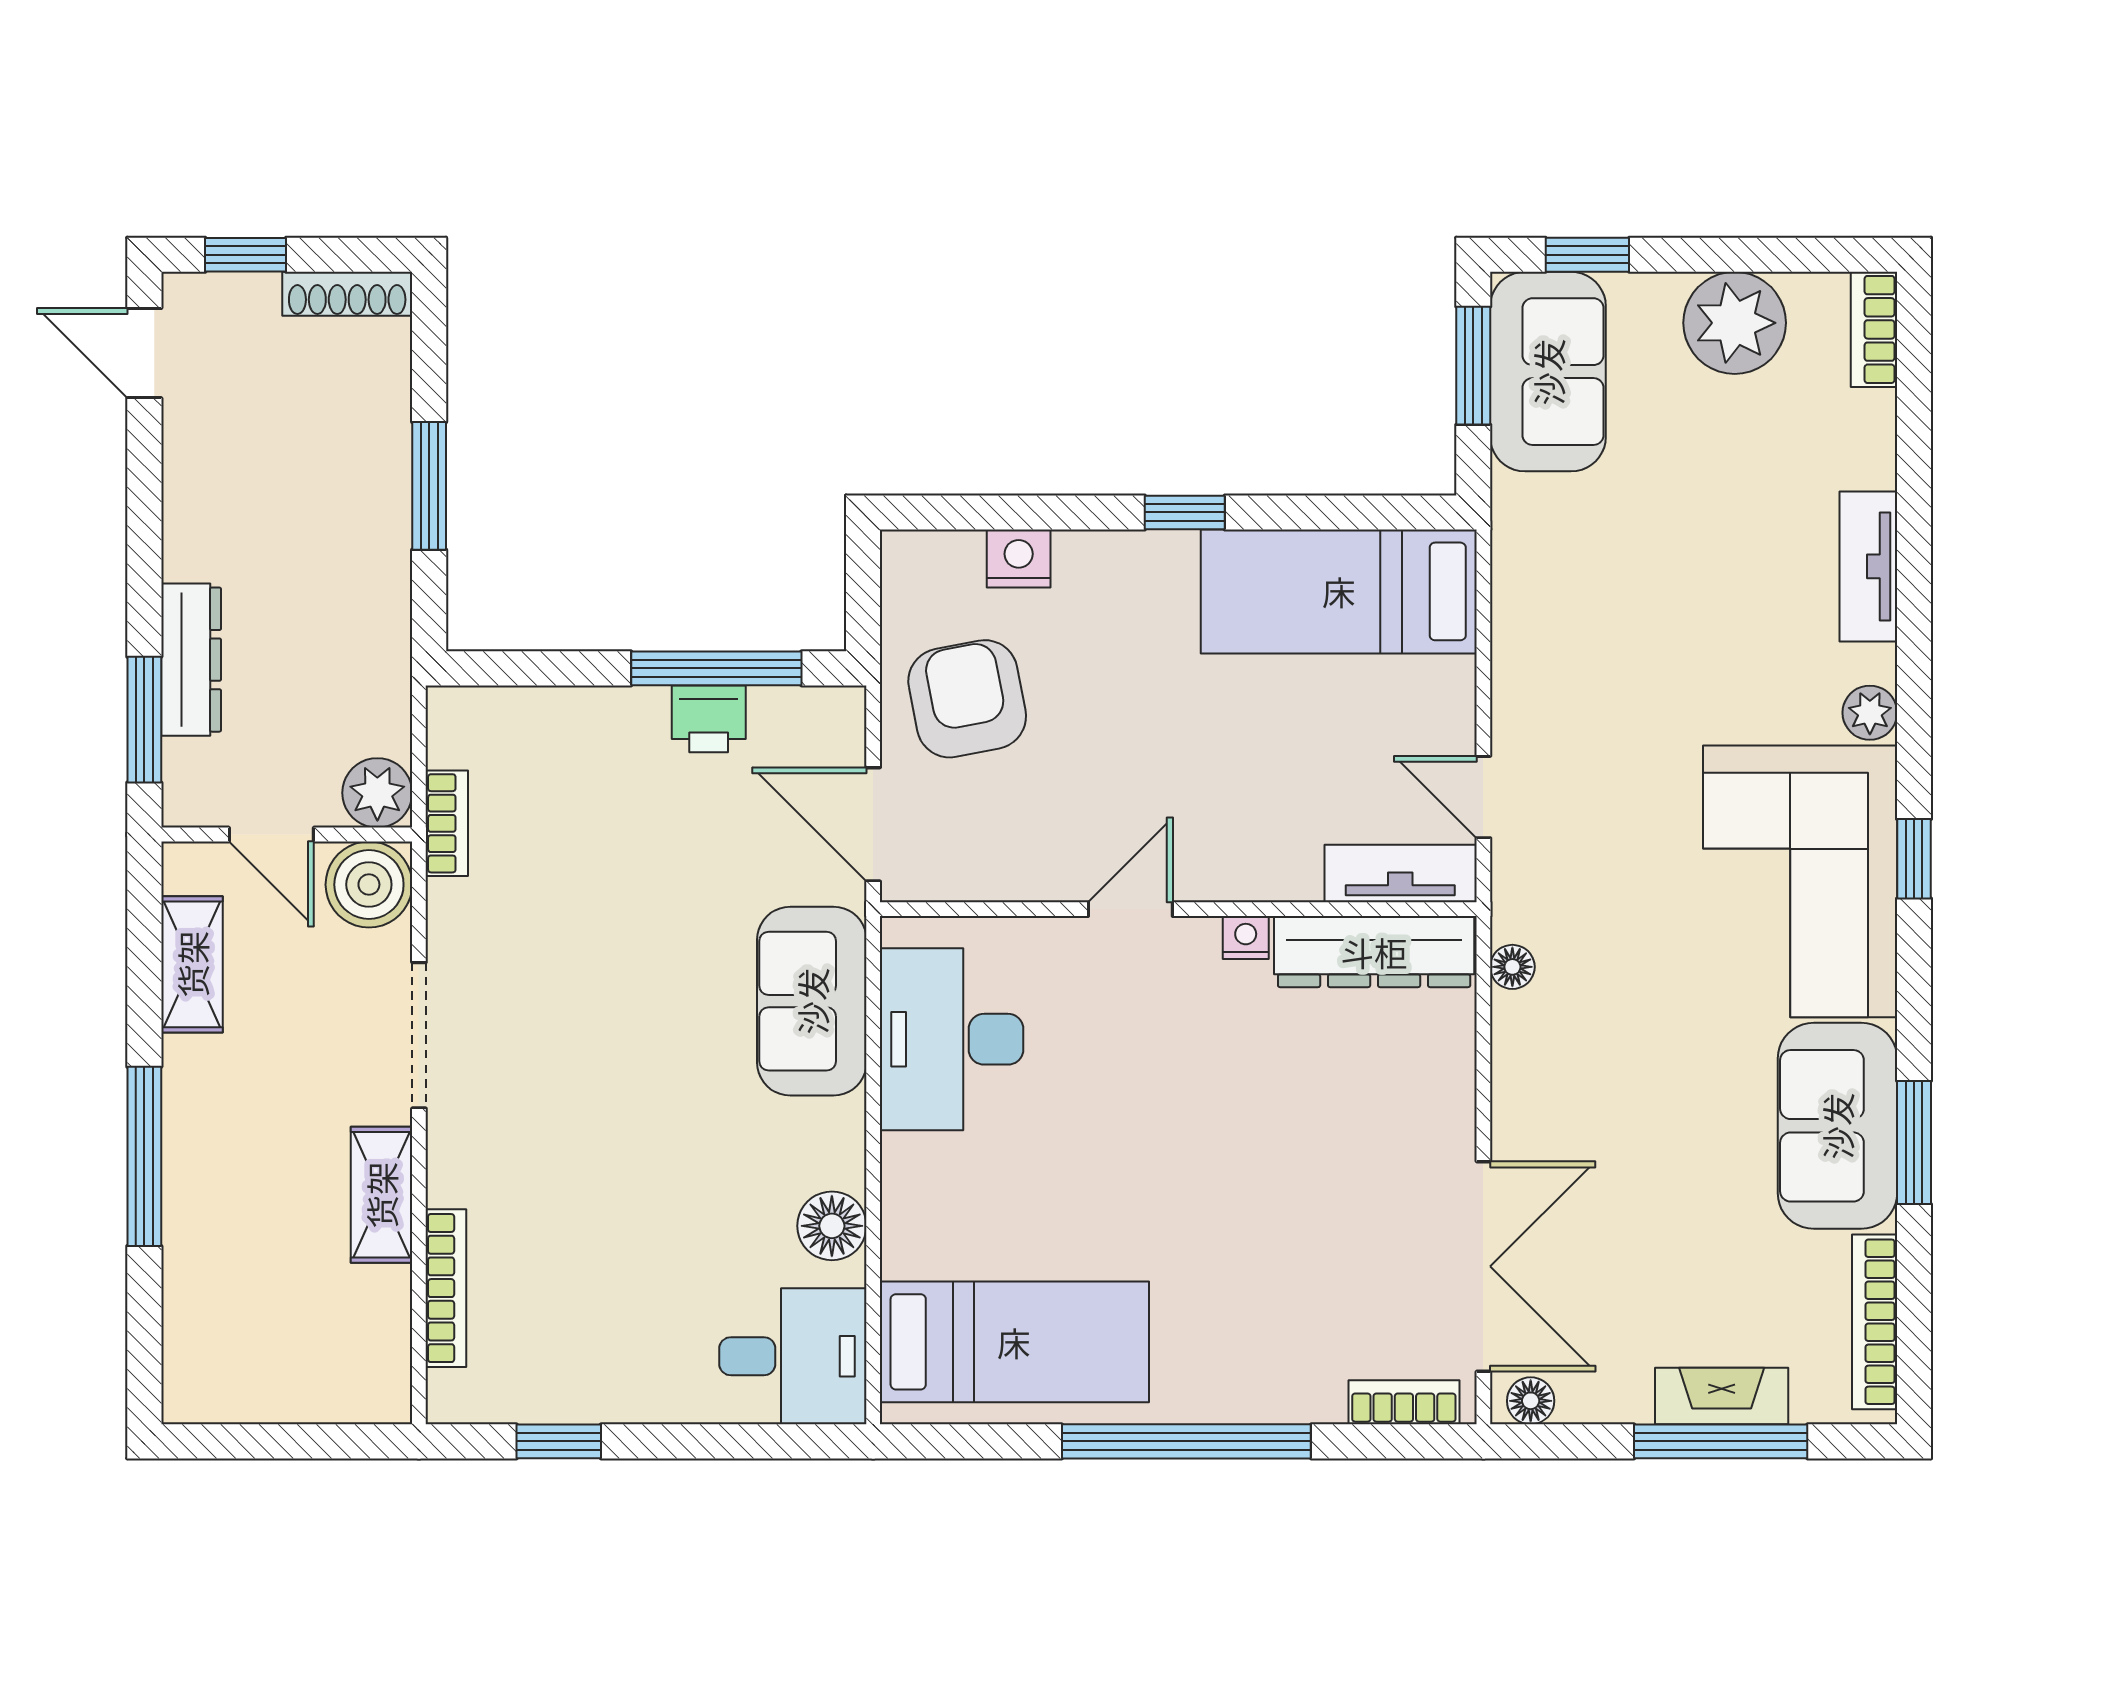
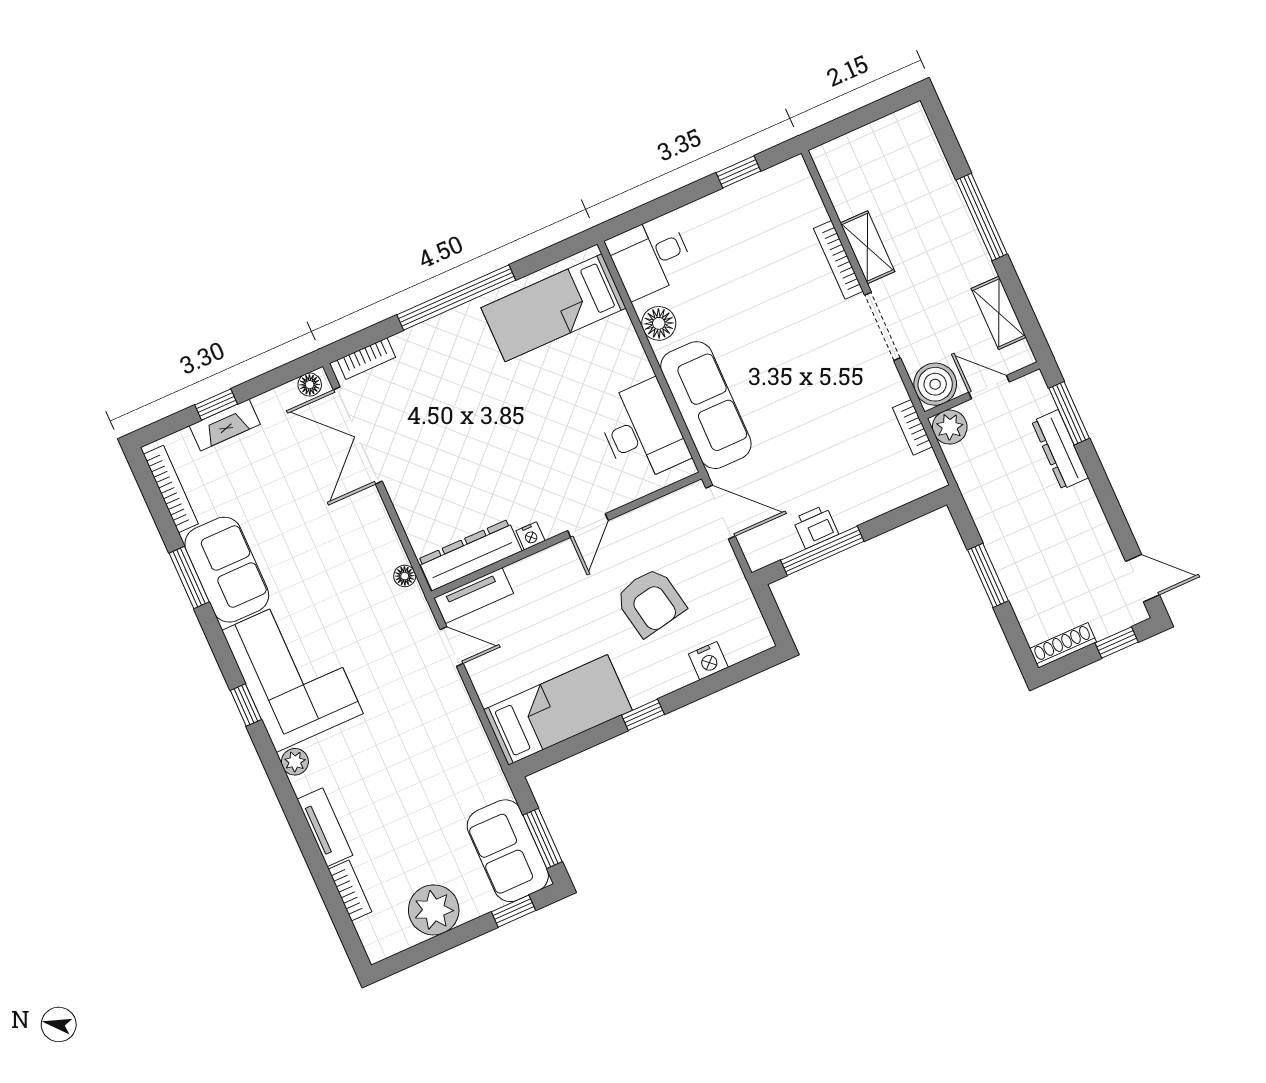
bookcase: (1874, 329) -> (350, 891), moved
armchair: (967, 699) -> (650, 602), moved
sofa: (812, 1001) -> (706, 405), width x1.36
bookcase: (446, 1288) -> (838, 260), moved
window: (1721, 1441) -> (216, 404), width x0.46

